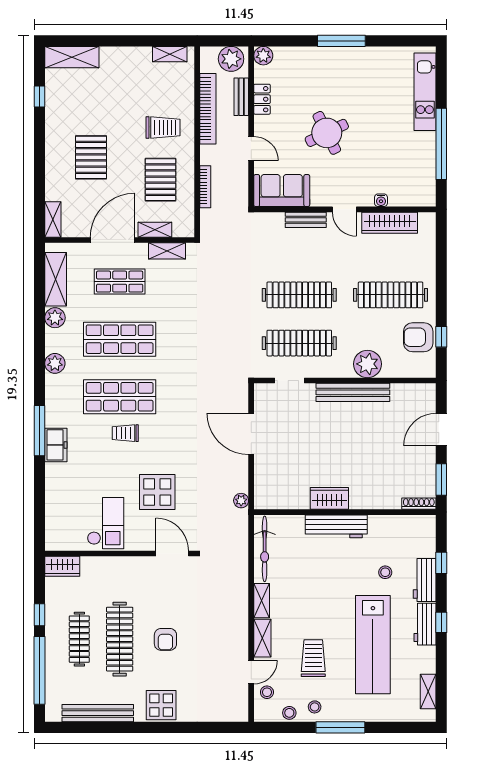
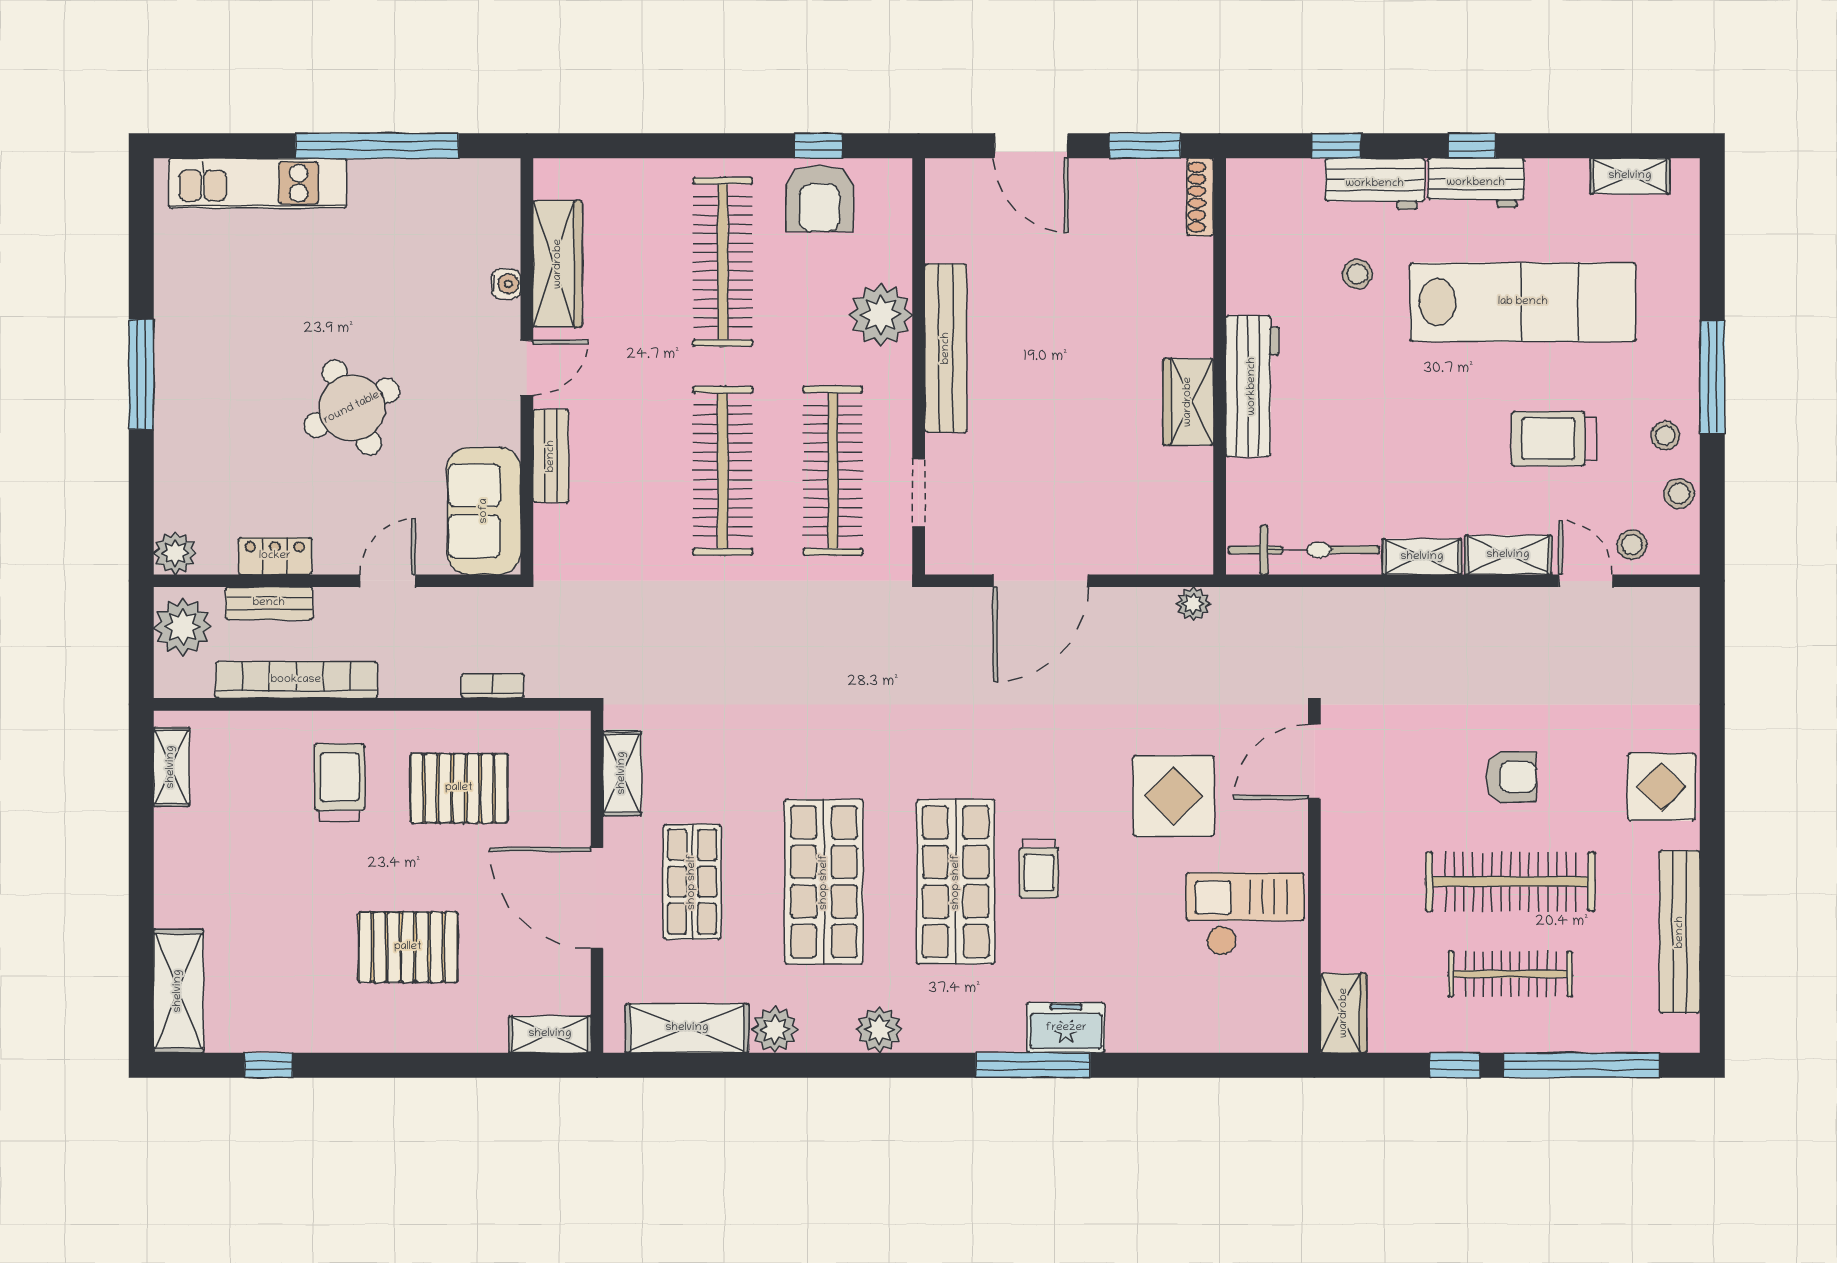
bookcase: (205, 187) -> (493, 686), width x0.64
shelving: (155, 230) -> (573, 801), removed

